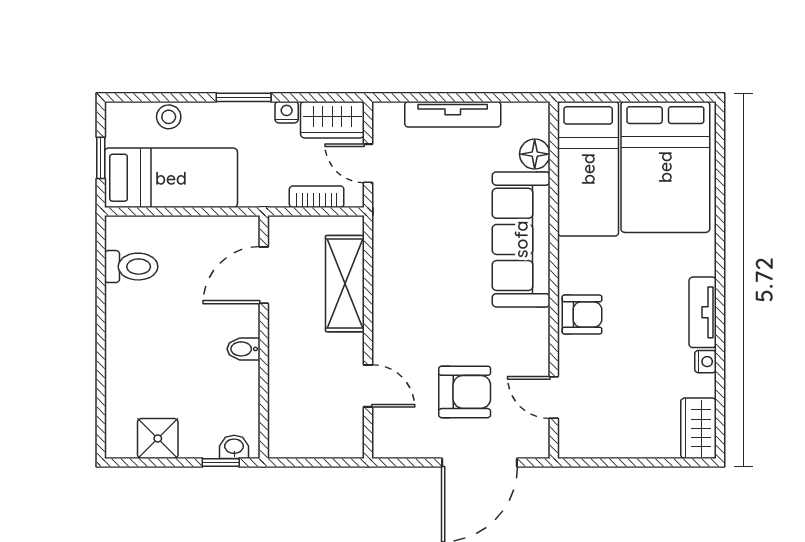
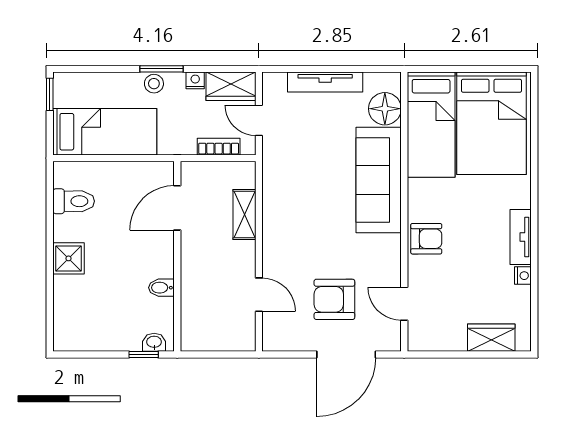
stool: (169, 117) -> (154, 84), moved
floor lamp: (535, 154) -> (385, 109), width x1.38, depth x1.38
window: (101, 158) -> (50, 94), moved
shelving: (345, 284) -> (244, 215), width x0.67, depth x0.75
bidet: (243, 349) -> (161, 288), moved
armchair: (465, 392) -> (334, 299), turned 180
wardrobe: (699, 428) -> (491, 338), moved, turned 90
shower: (158, 438) -> (69, 258), moved

